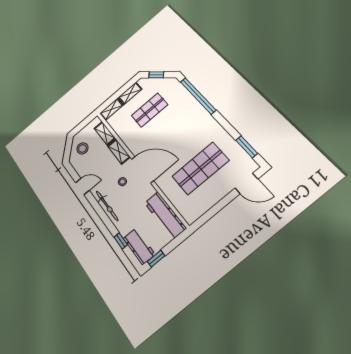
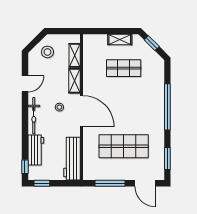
window: (198, 96) -> (167, 107), moved
shelving: (111, 109) -> (95, 40), removed
door: (82, 187) -> (25, 84), hinge flipped
window: (215, 209) -> (110, 183), added
window: (121, 241) -> (25, 167), moved
workbench: (139, 246) -> (36, 150), moved

